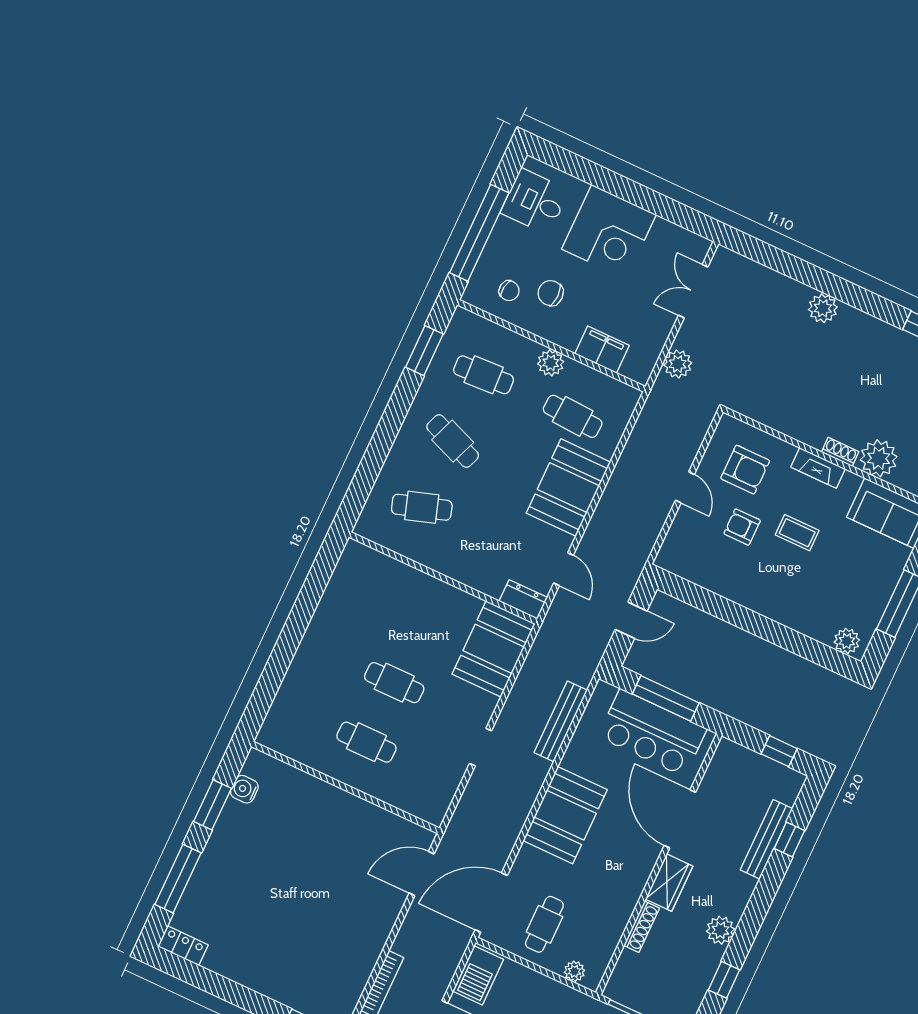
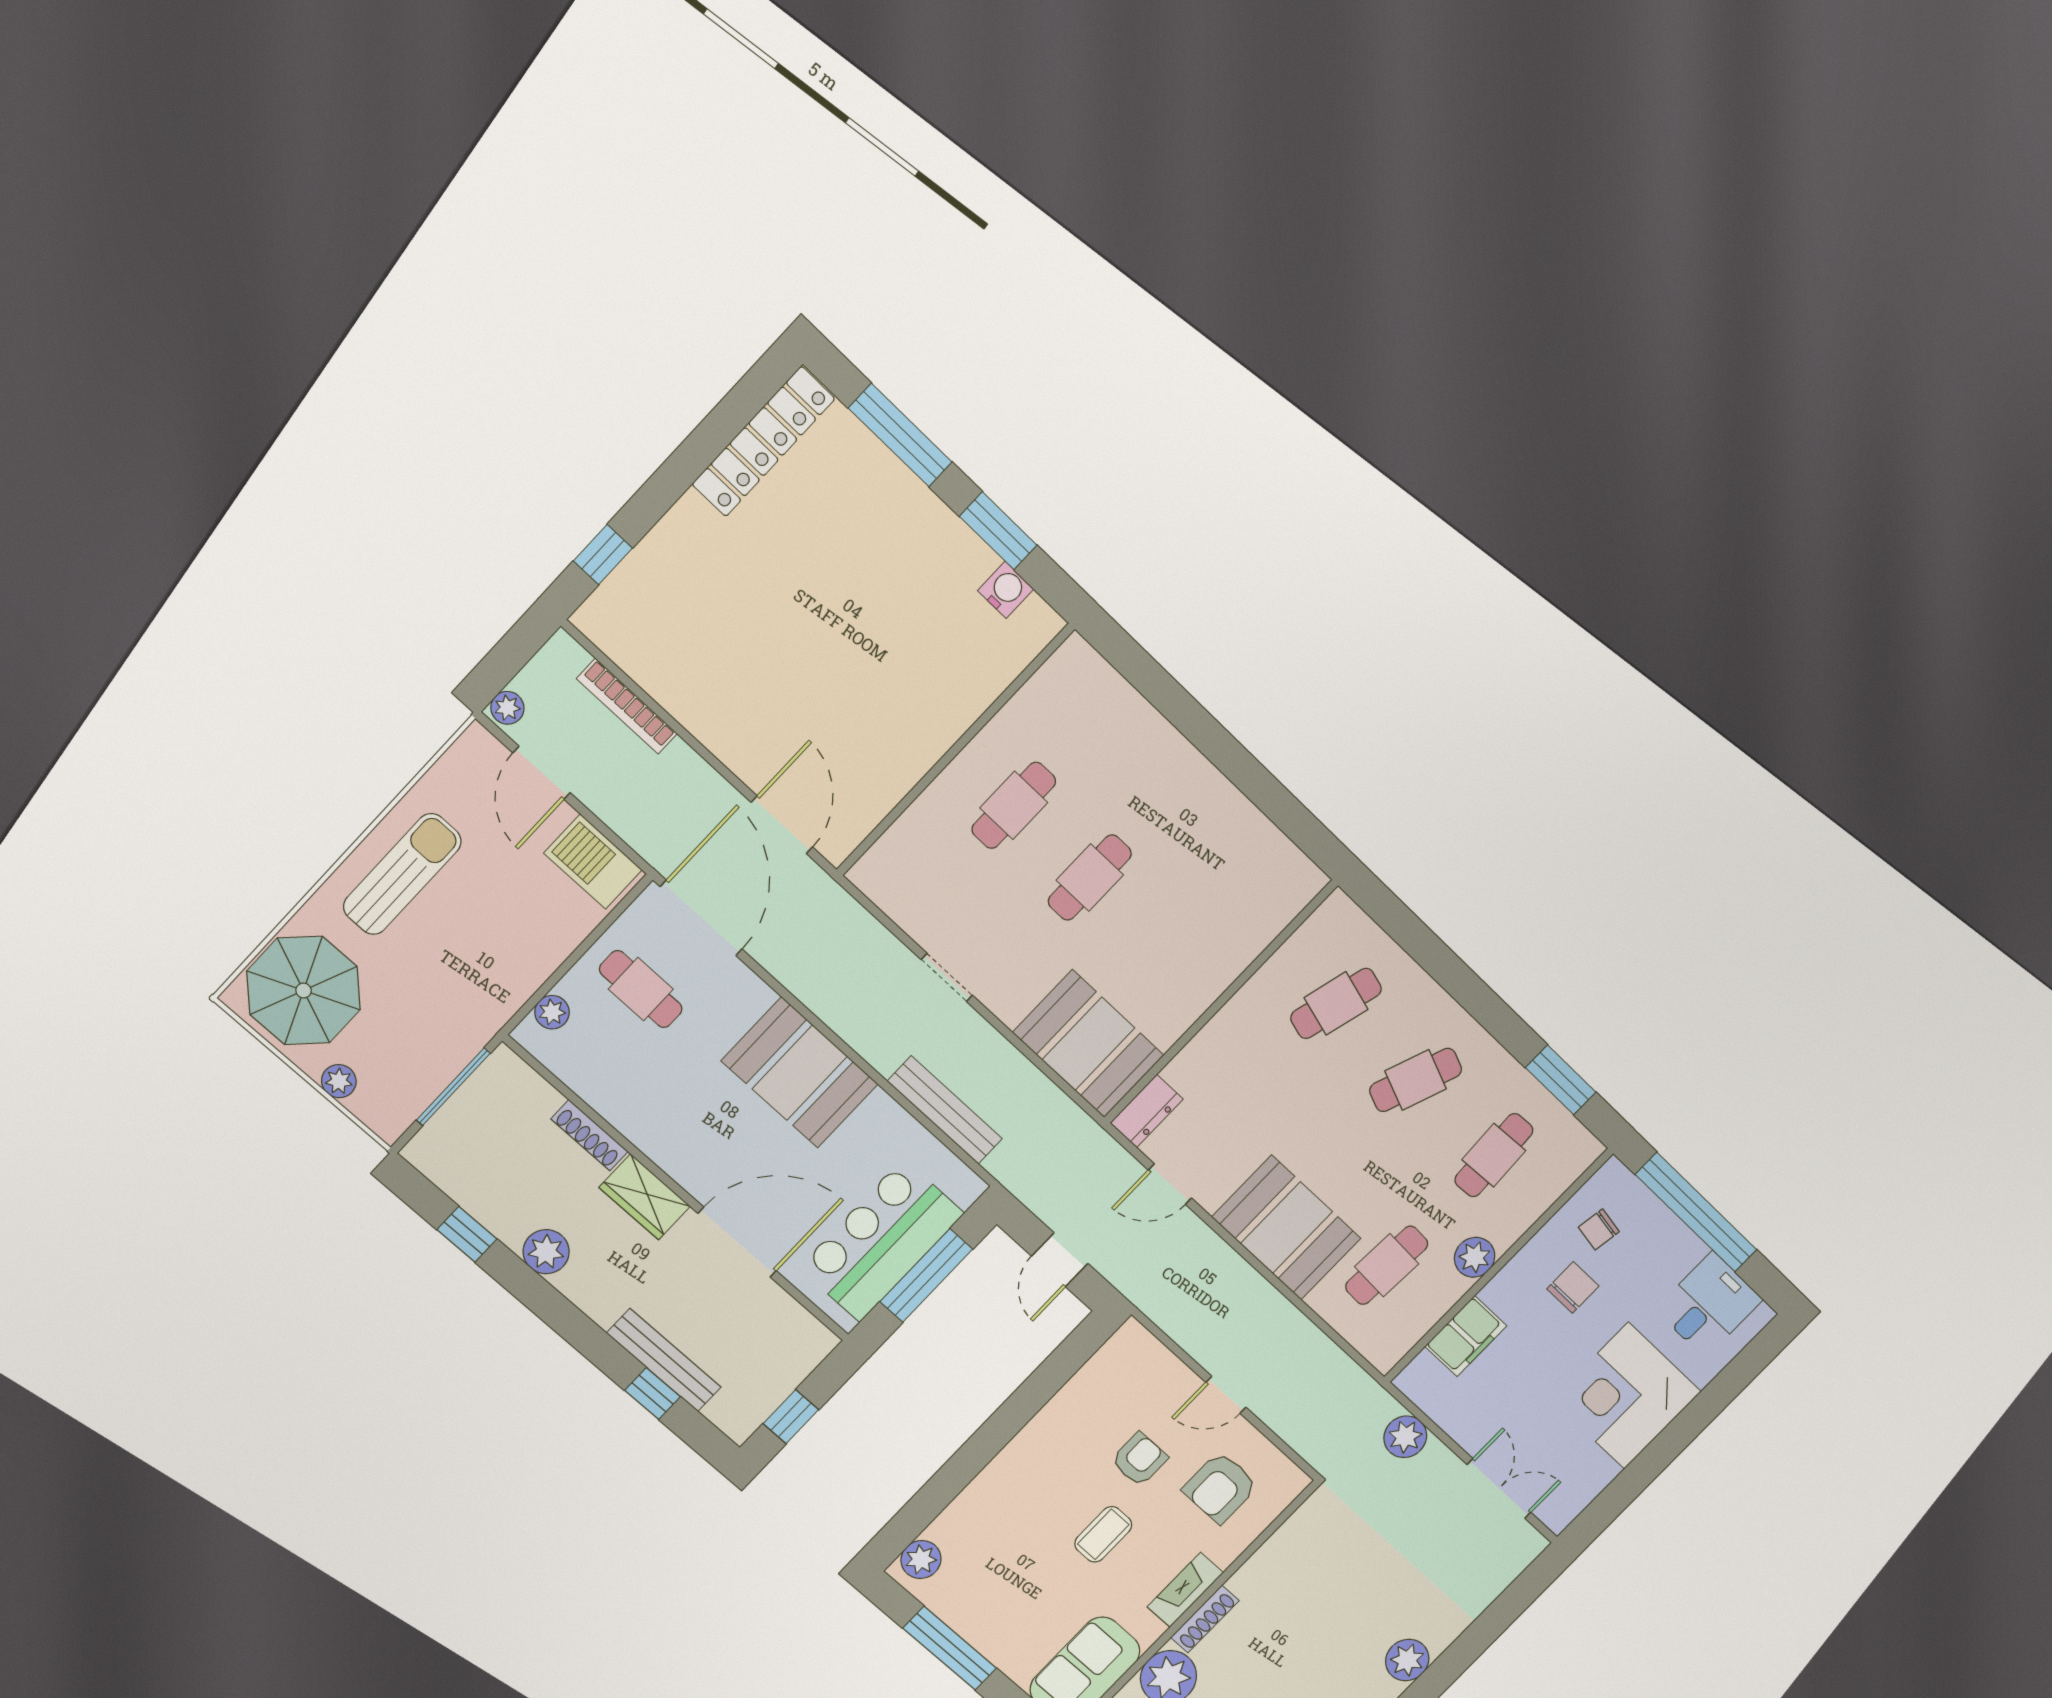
shoe rack: (840, 452) -> (1205, 1619), width x1.43
cafe table: (422, 507) -> (1336, 1003), turned 33
locker: (183, 946) -> (763, 441), width x2.16, depth x1.21

